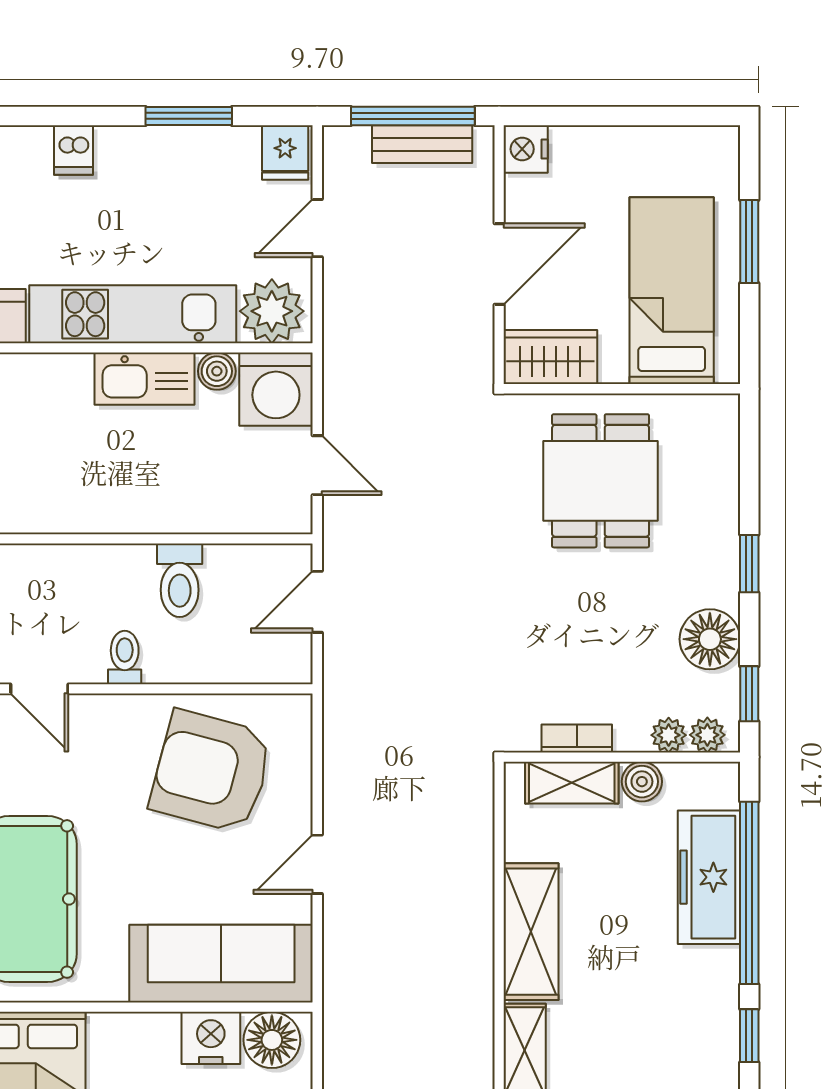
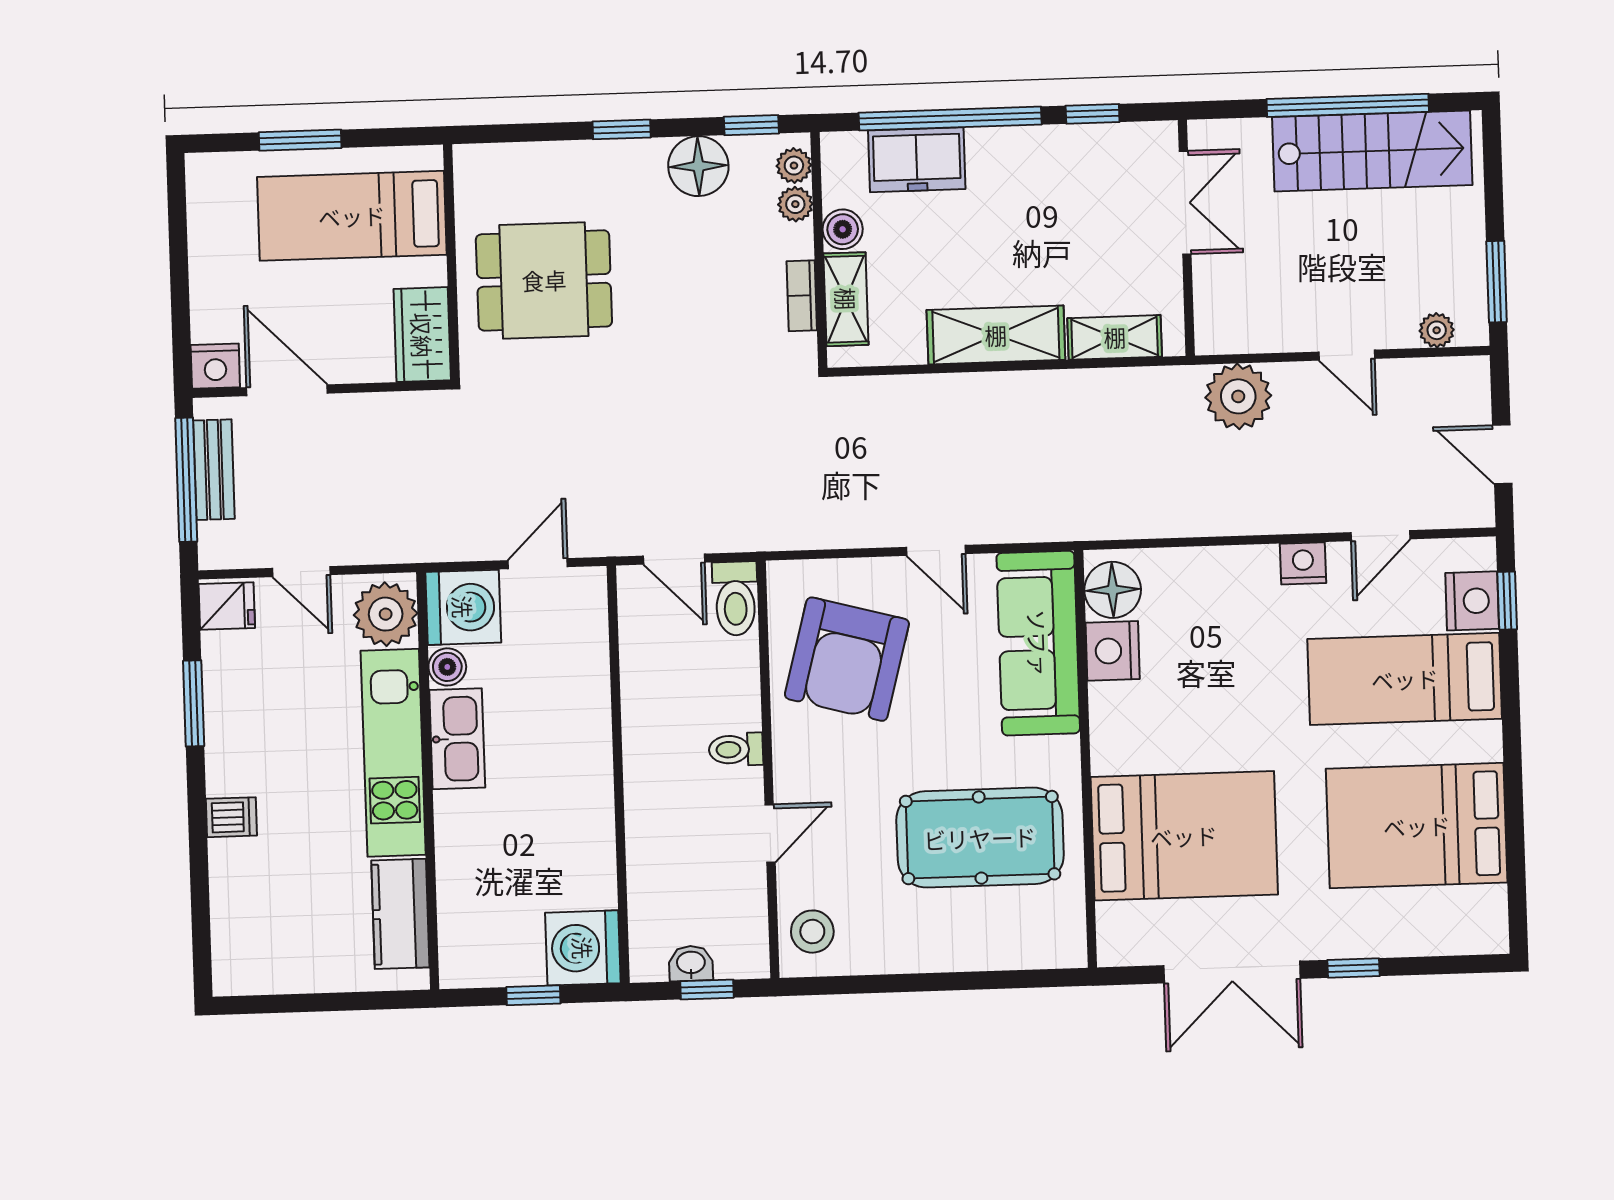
door: (499, 264) -> (287, 390), moved
toilet: (180, 580) -> (735, 598), moved, turned 90
freezer: (709, 877) -> (917, 160), width x0.71

